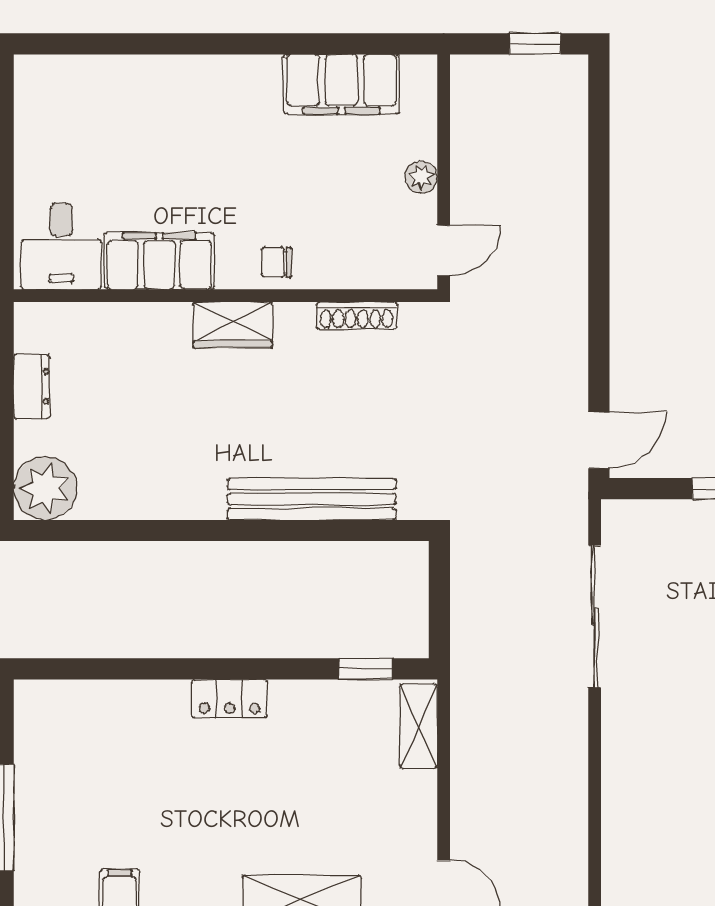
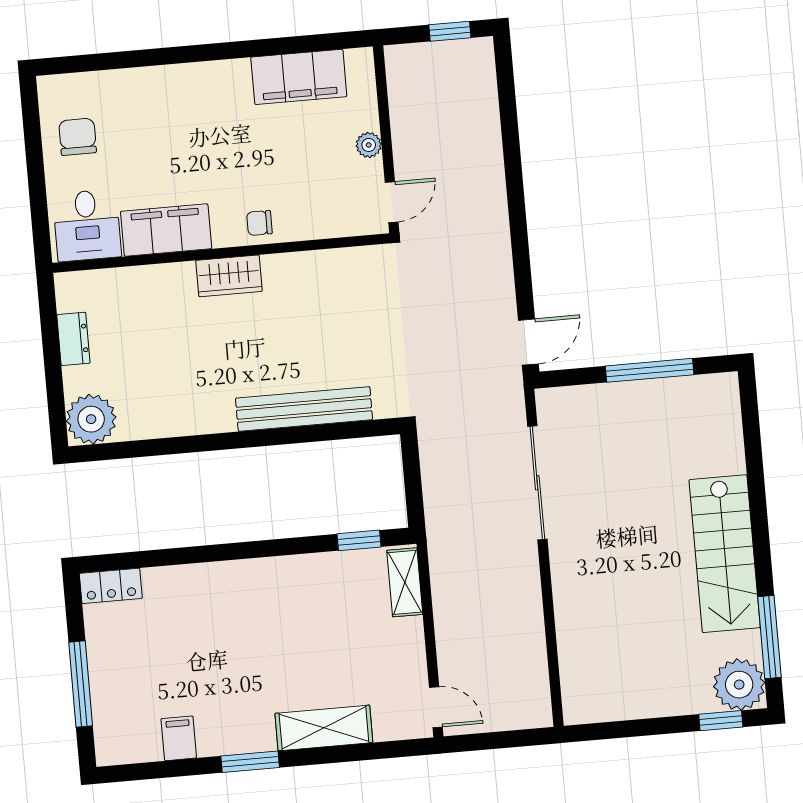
chair: (59, 135) -> (78, 137), added
shoe rack: (357, 316) -> (327, 260), removed
locker: (230, 699) -> (111, 586), moved

